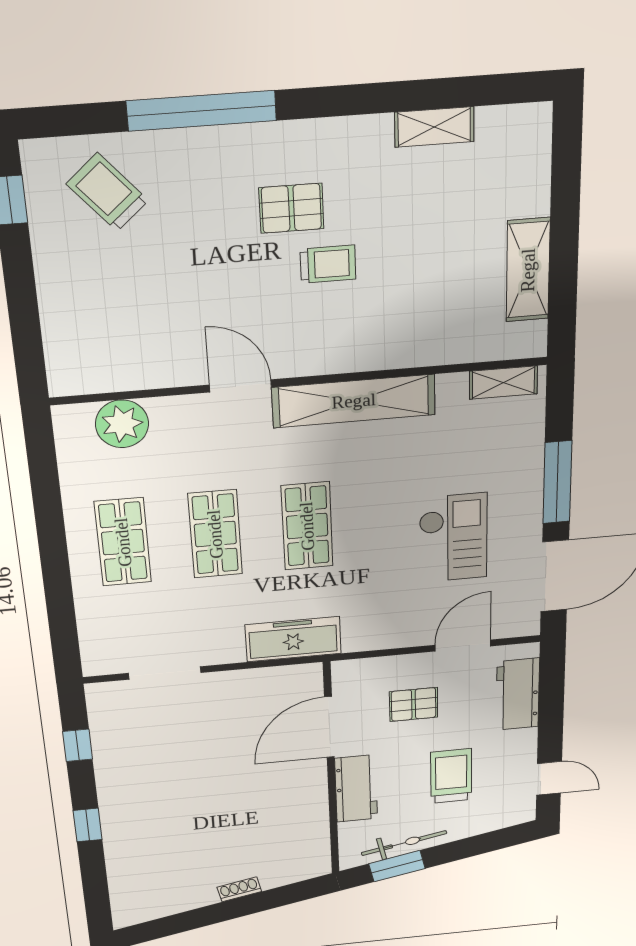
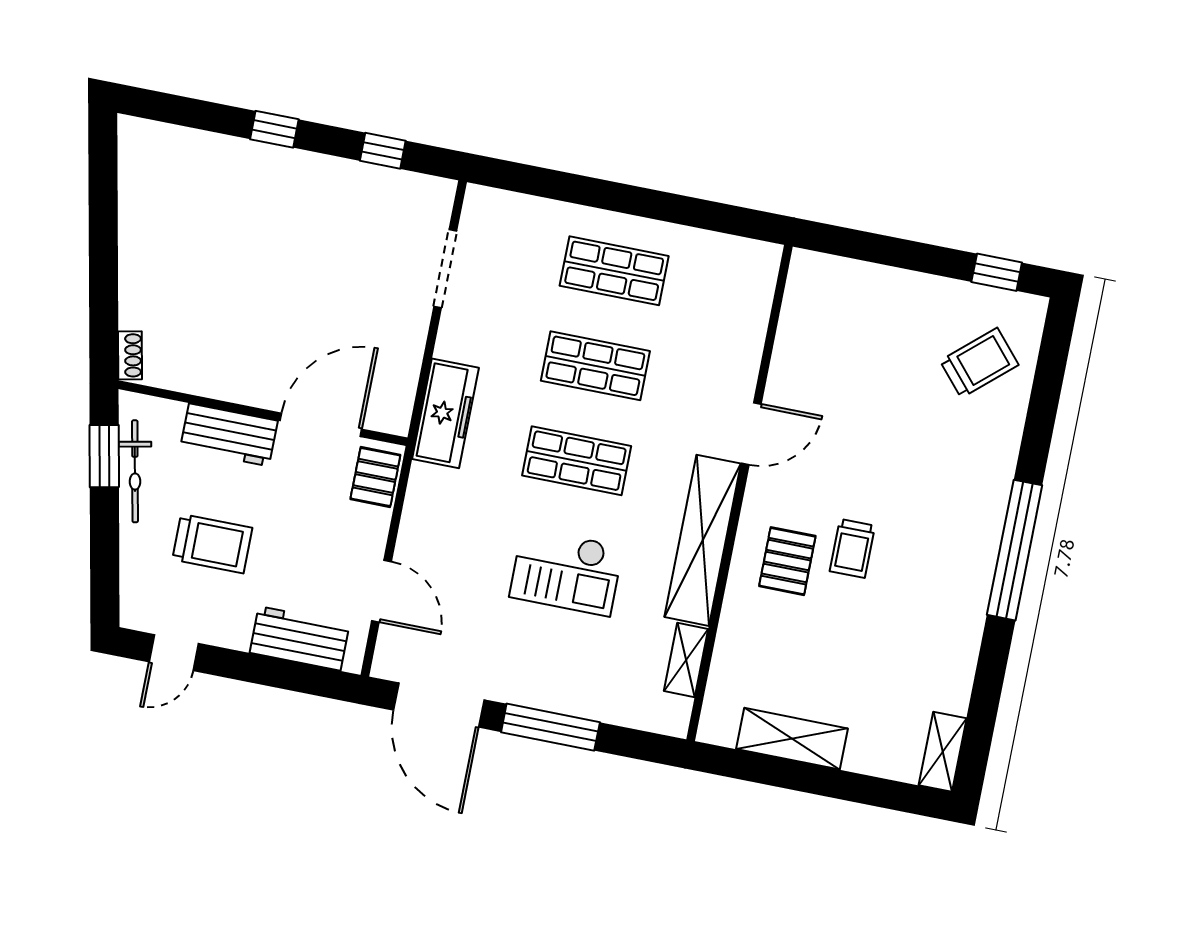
window: (202, 111) -> (1015, 550), moved
shelving: (434, 127) -> (943, 752), moved
pallet: (291, 208) -> (787, 561), moved
shelving: (503, 382) -> (686, 660), moved
plant: (122, 424) -> (745, 308), removed
checkout: (453, 538) -> (566, 572), moved
pallet: (414, 704) -> (375, 477), moved
door: (329, 727) -> (321, 425), hinge flipped
shoe rack: (239, 889) -> (130, 355), moved

